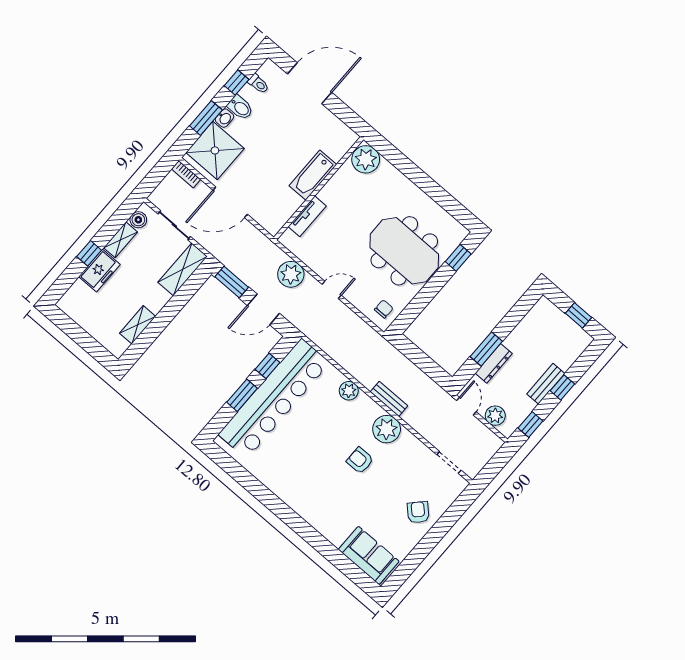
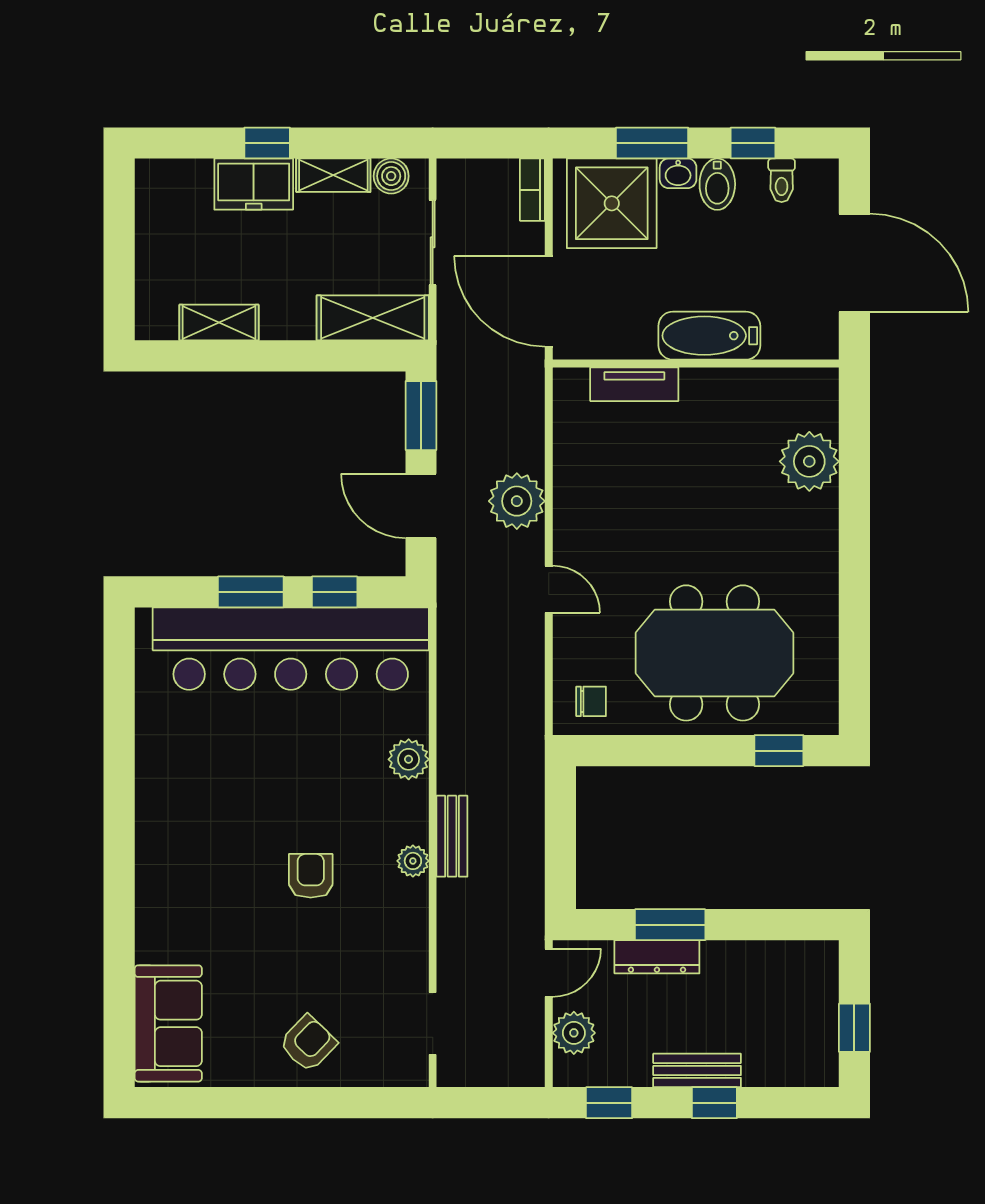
bathtub: (313, 175) -> (709, 336), moved
wall: (319, 188) -> (696, 364), moved
tv unit: (307, 216) -> (634, 384), moved
meeting table: (404, 251) -> (715, 653), turned 90
plant: (387, 429) -> (413, 861), width x0.53, depth x0.53

